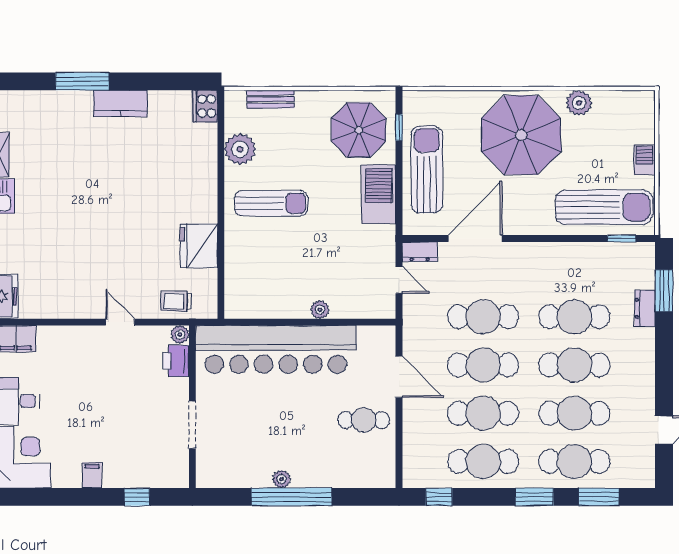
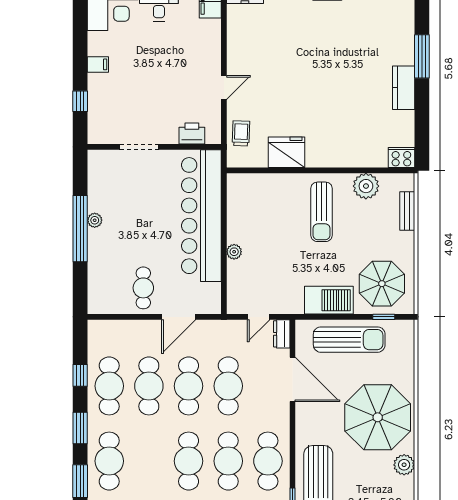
plant: (180, 334) -> (214, 137), removed
cafe table: (574, 413) -> (268, 461), moved
window: (439, 497) -> (80, 375), moved

